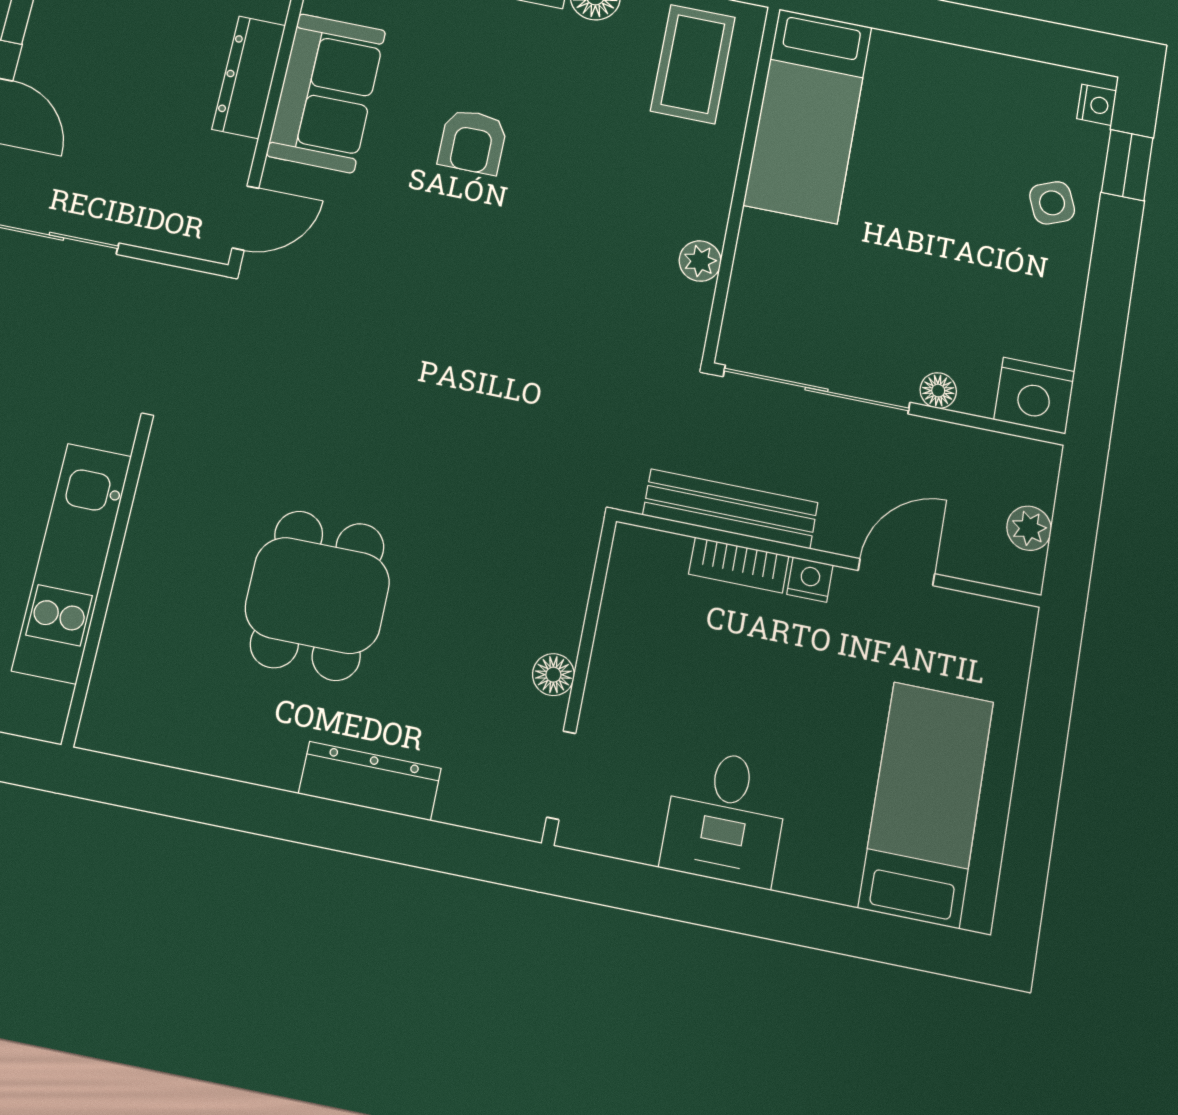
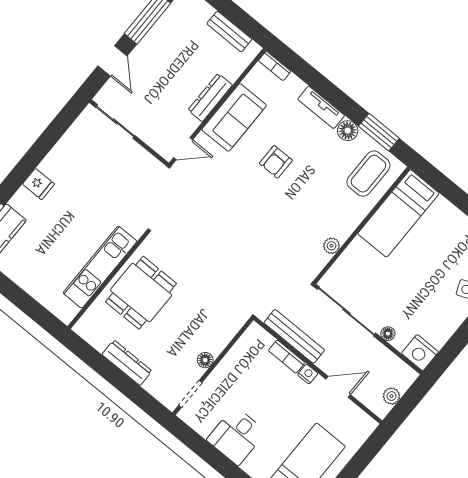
kitchen unit: (72, 563) -> (100, 267), moved
wall: (107, 583) -> (108, 280), moved

